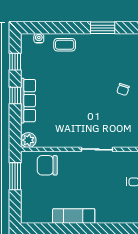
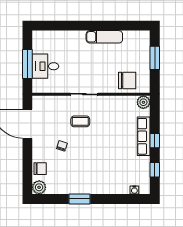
coffee table: (65, 45) -> (80, 121), moved
window: (15, 176) -> (155, 58), moved

